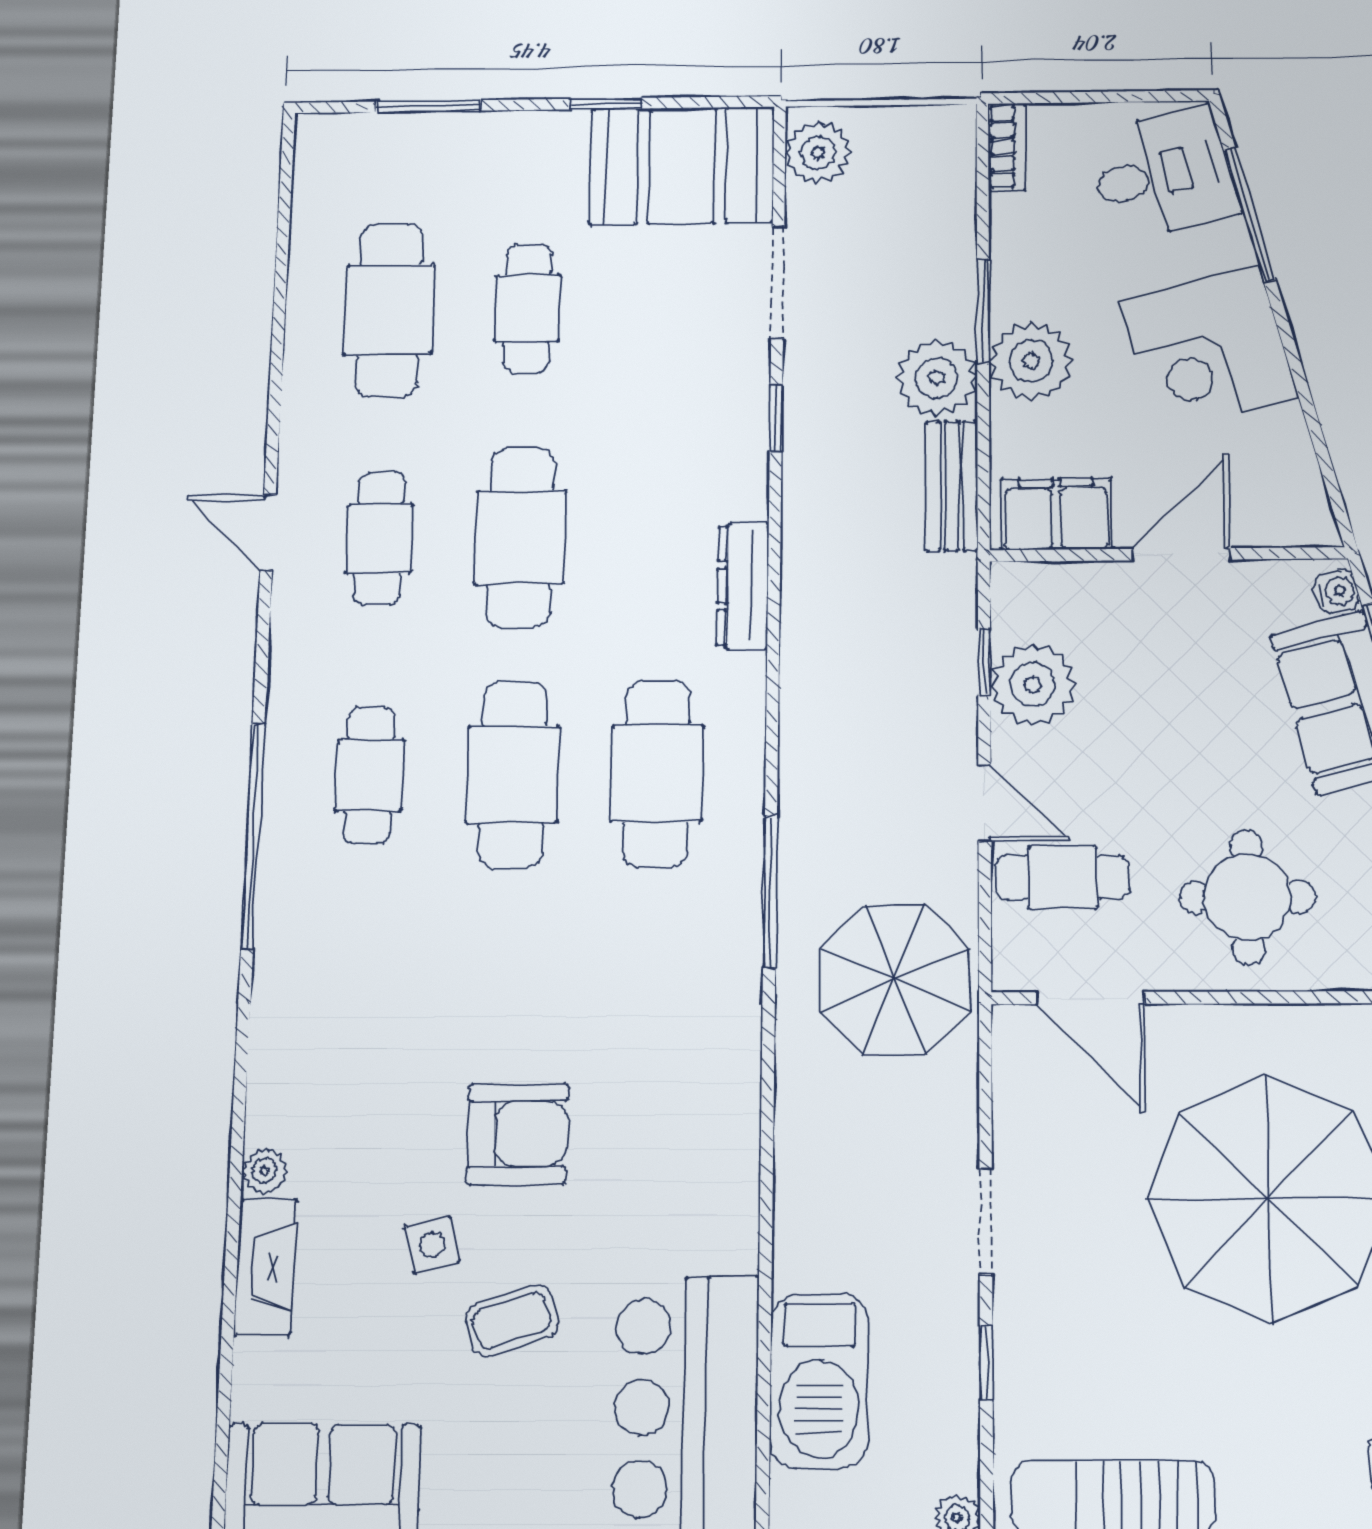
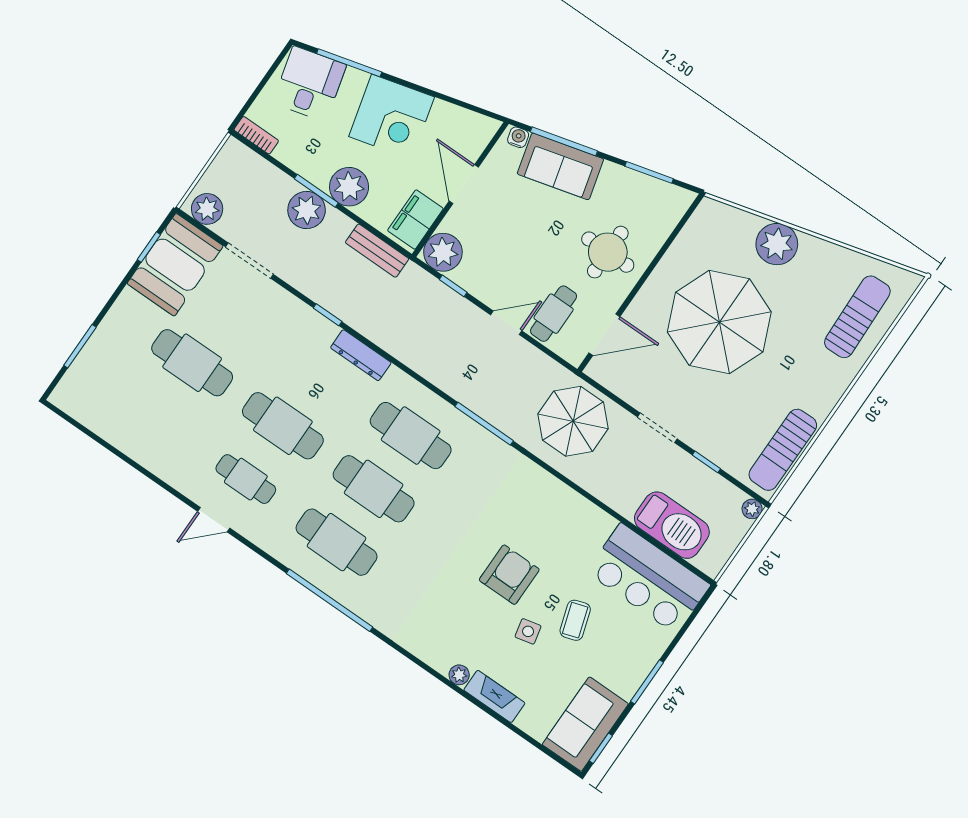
window: (605, 104) -> (149, 247), moved
cafe table: (528, 308) -> (192, 363), width x1.37, depth x1.35
cafe table: (389, 310) -> (155, 416), removed
plant: (937, 378) -> (307, 210), moved
window: (776, 418) -> (328, 315), moved
plant: (1033, 685) -> (443, 252), moved
cafe table: (370, 775) -> (337, 542), width x1.37, depth x1.35
parasol: (894, 980) -> (573, 421), moved

